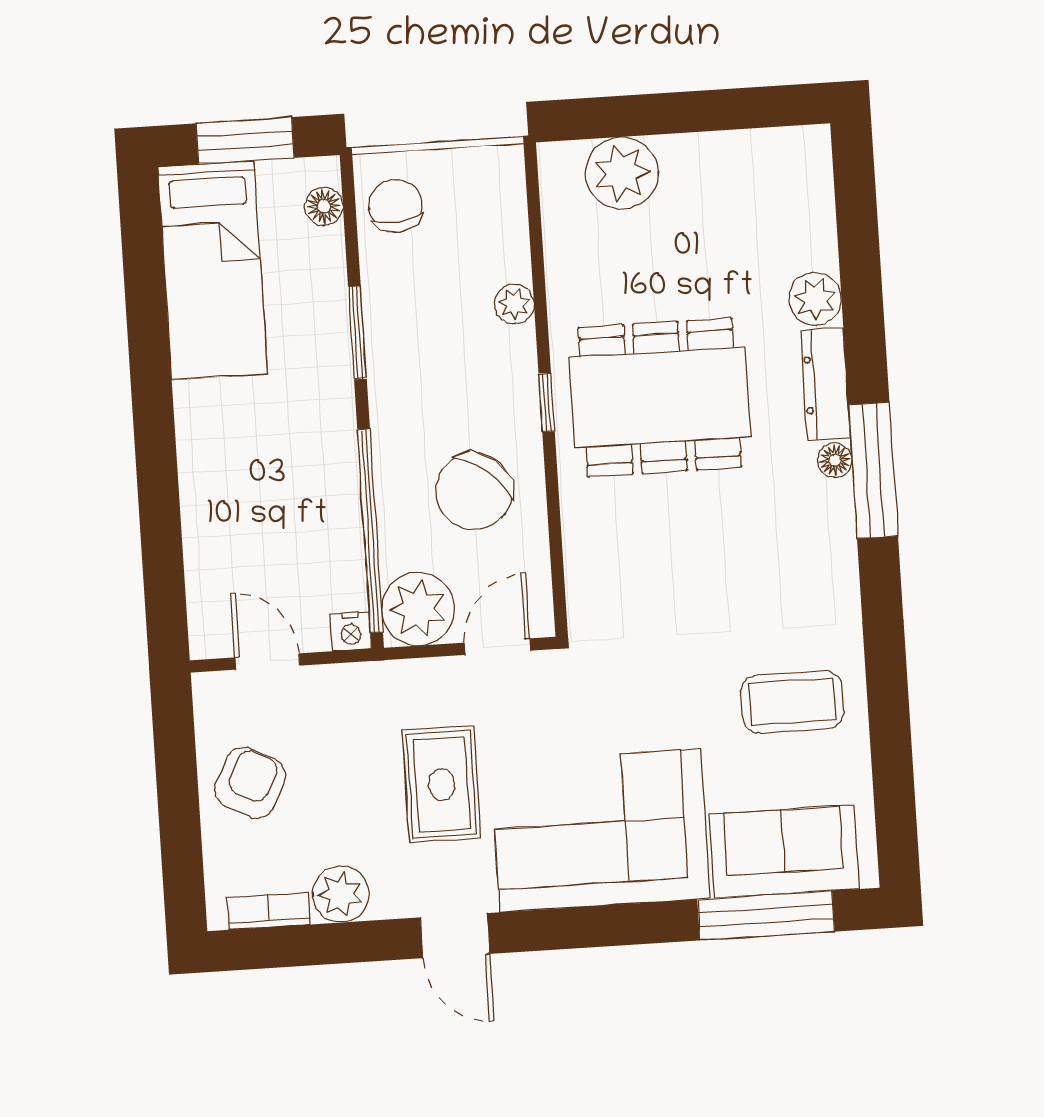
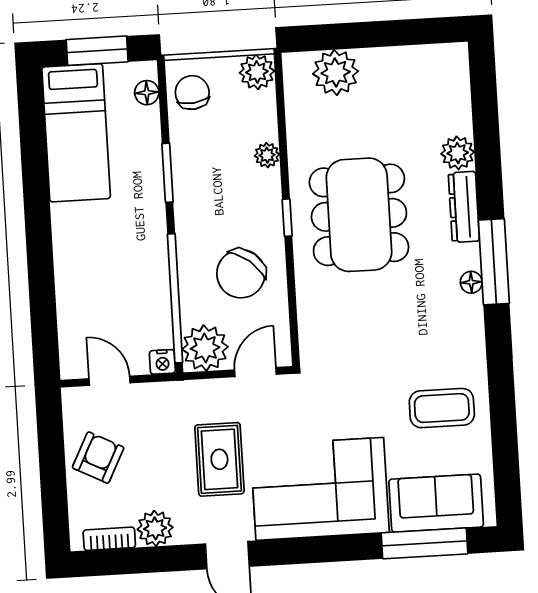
plant: (498, 173) -> (257, 72), added
dining table: (660, 397) -> (359, 215), turned 90
floor lamp: (835, 460) -> (471, 282), moved

